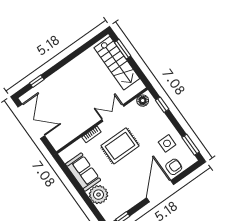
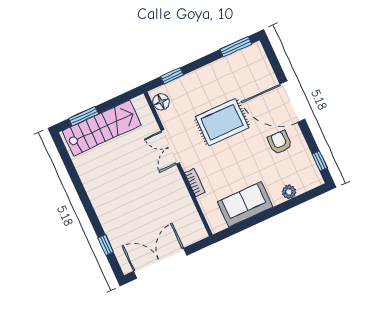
side table: (167, 143) -> (227, 79), removed
rug: (120, 146) -> (222, 122), moved, turned 90
armchair: (174, 167) -> (280, 142), moved
plant: (98, 195) -> (289, 192), width x0.53, depth x0.53

